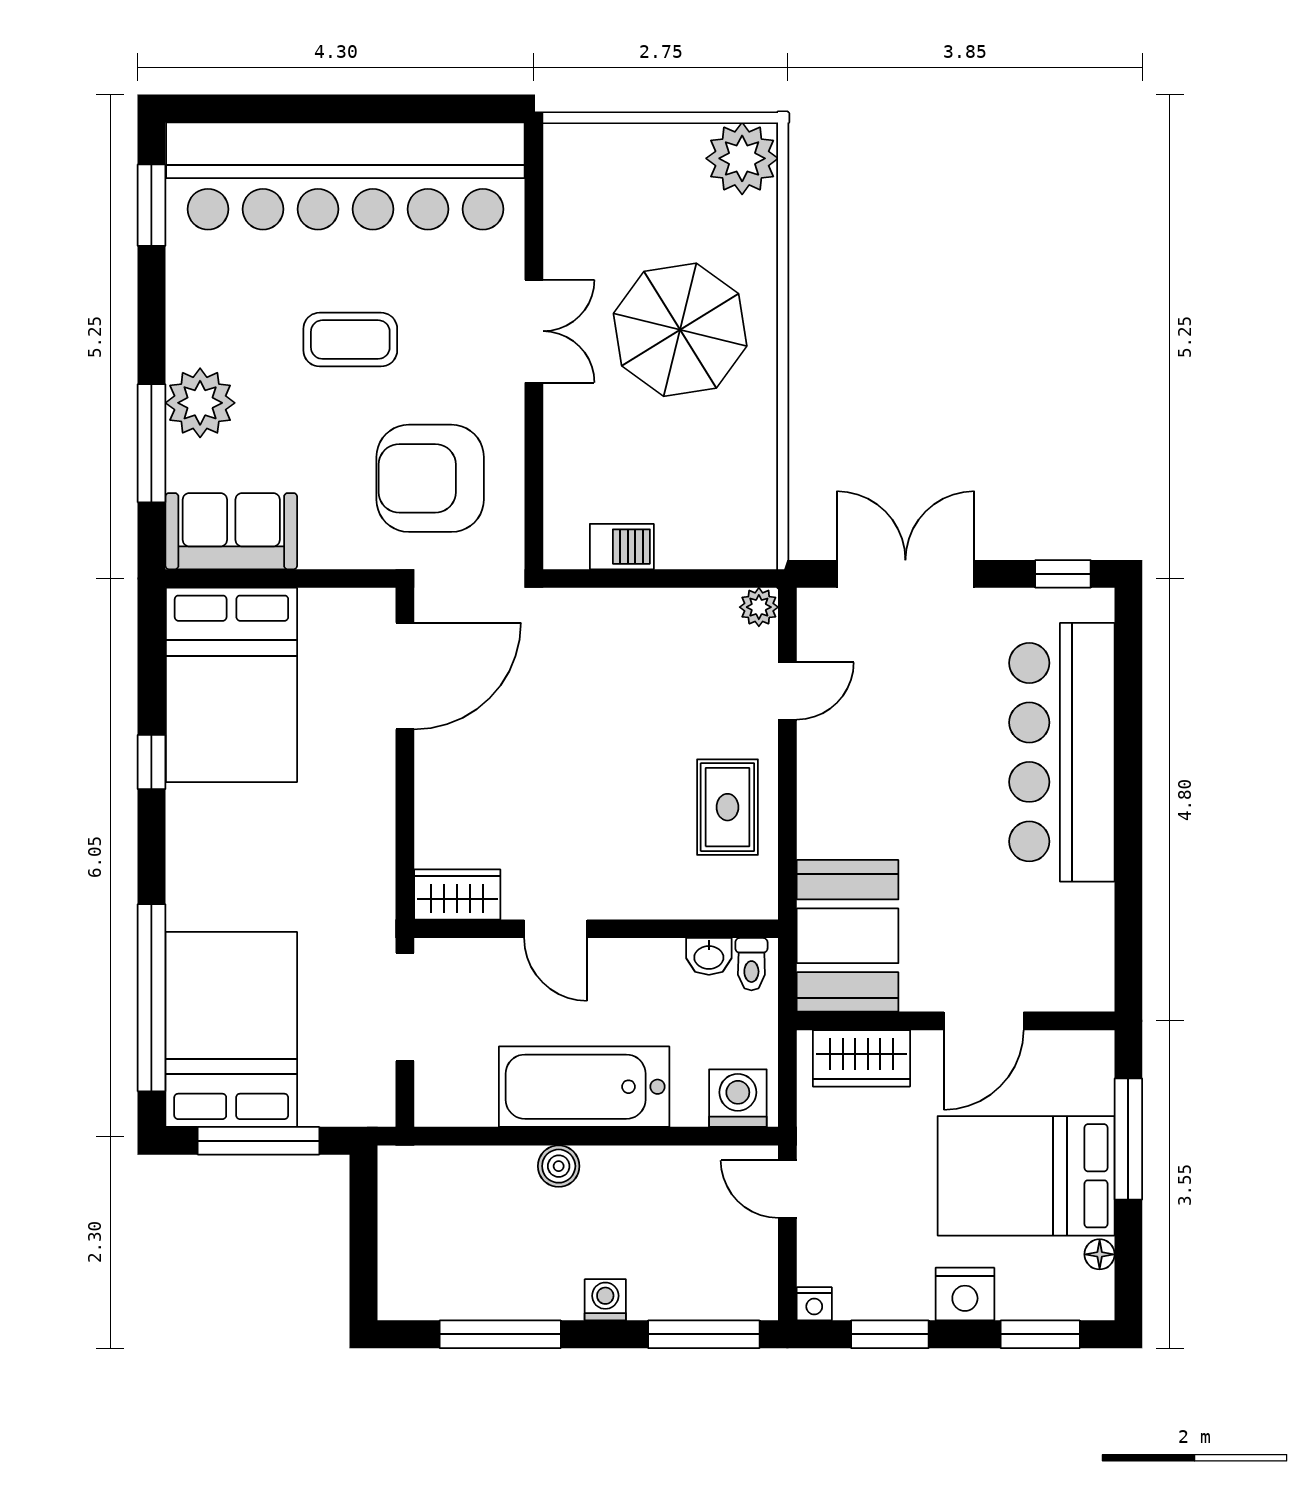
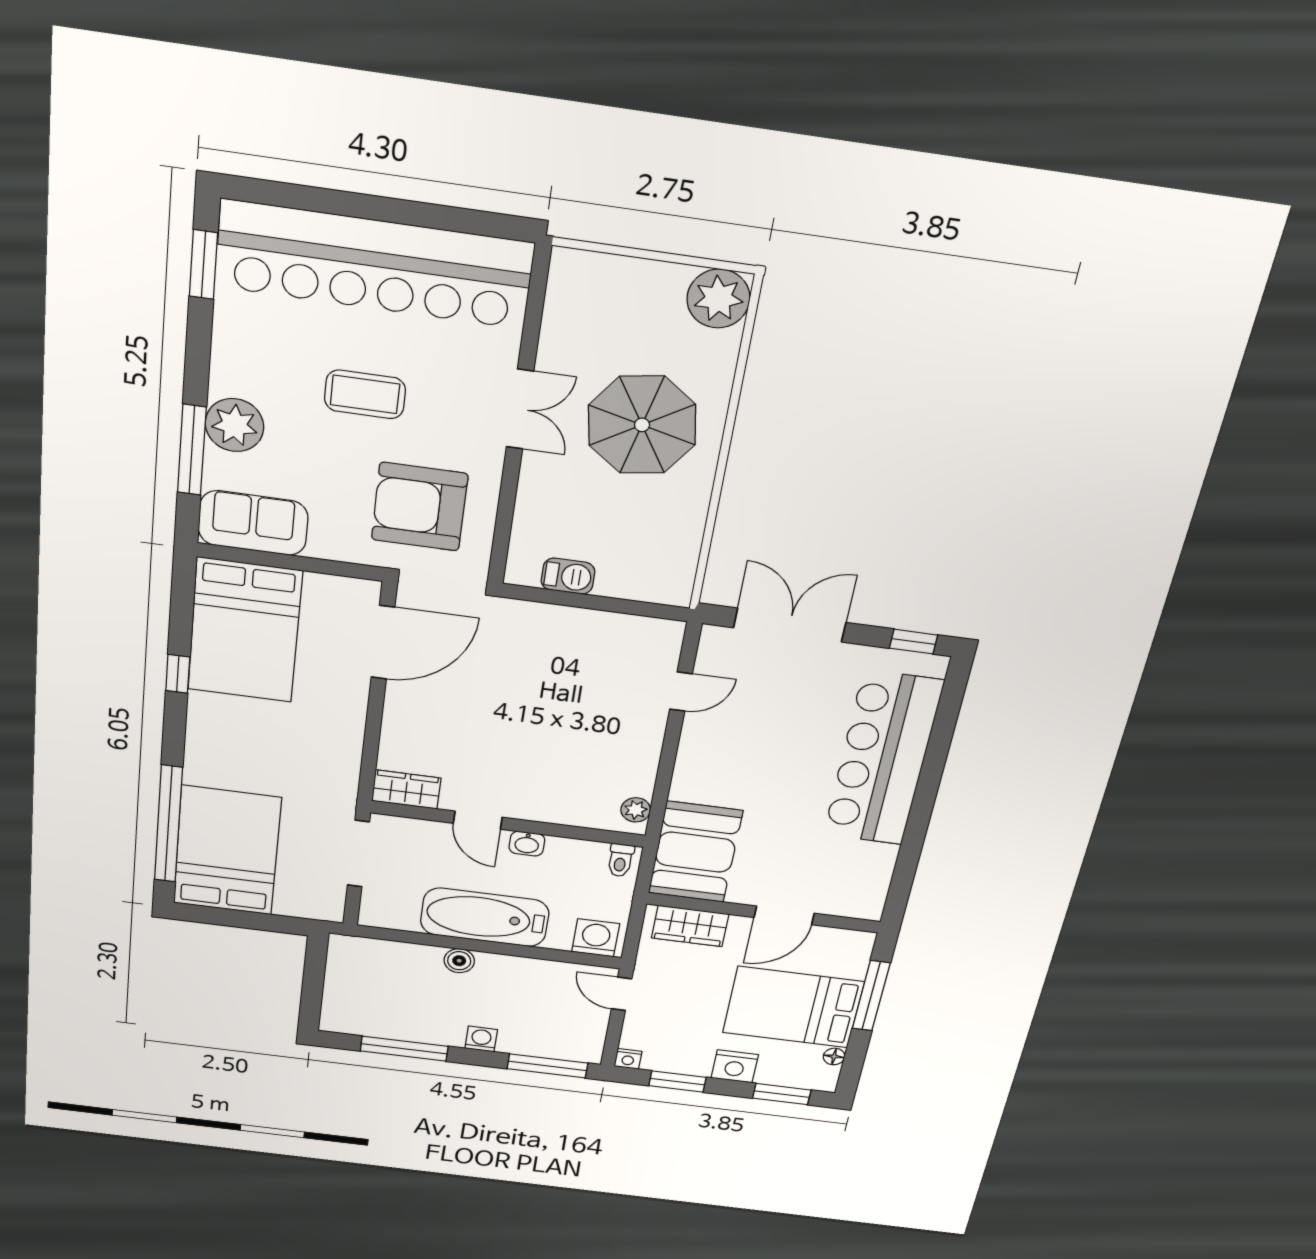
plant: (759, 607) -> (636, 810), moved
rug: (727, 807) -> (621, 761), removed
washbasin: (709, 956) -> (527, 844), moved
window: (258, 1141) -> (242, 919), removed

